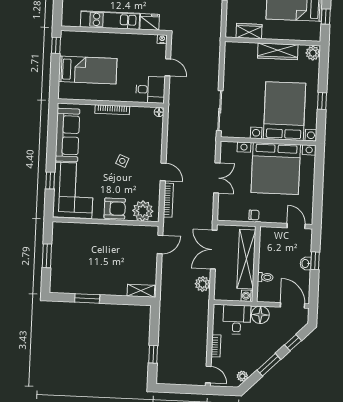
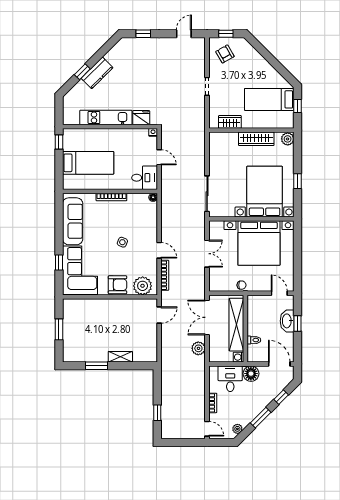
washbasin: (306, 263) -> (287, 321), width x1.91, depth x1.45
shelving: (141, 291) -> (120, 357), moved

